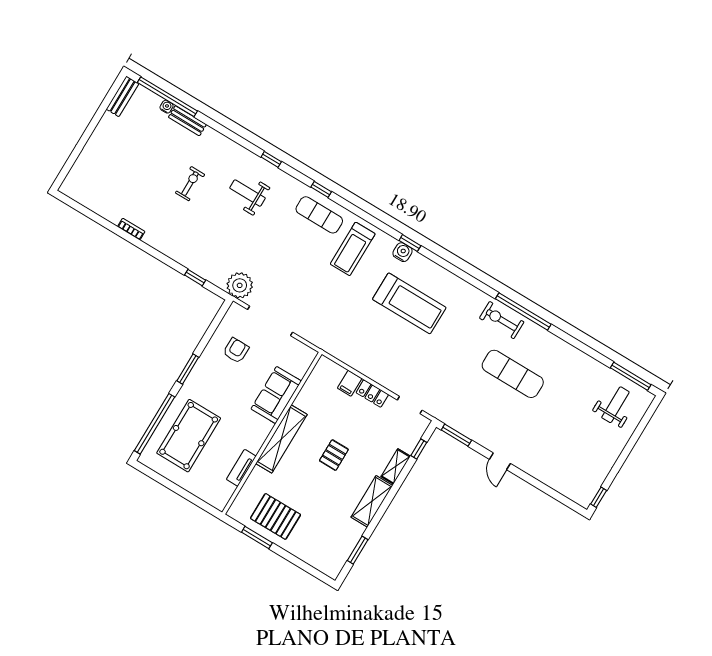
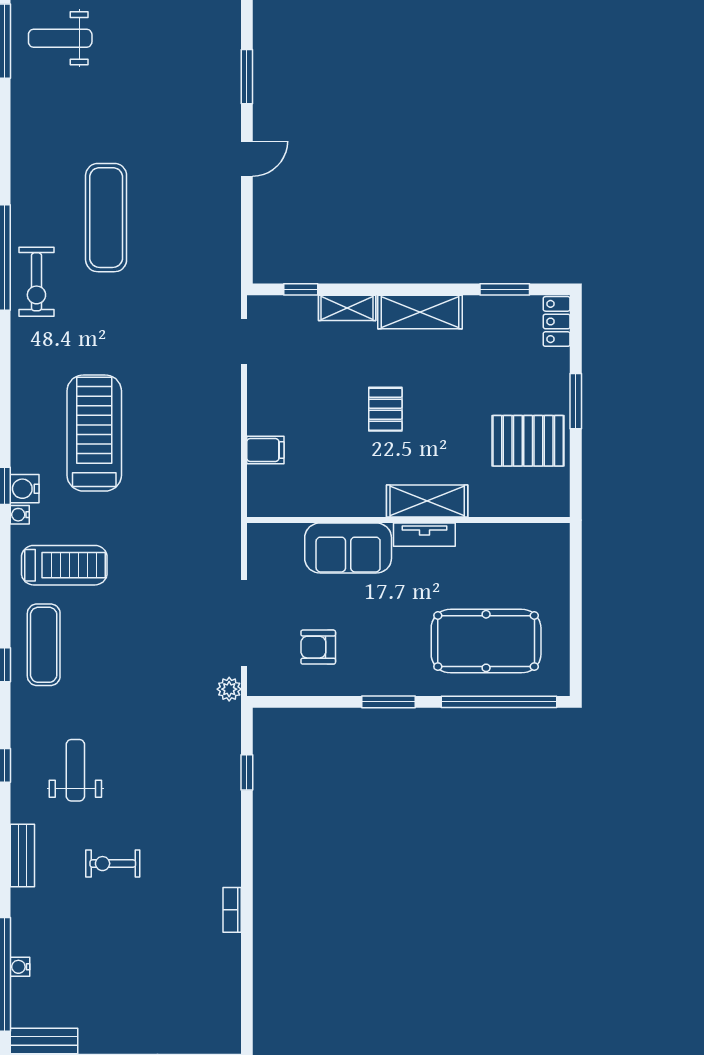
bench: (187, 121) -> (22, 856), moved
weight bench: (248, 193) -> (75, 770), turned 180
water cooler: (391, 242) -> (20, 515), added
plant: (240, 285) -> (229, 689), width x0.53, depth x0.53
locker: (372, 393) -> (557, 321), moved, turned 180
window: (456, 435) -> (247, 77), moved
shelving: (281, 439) -> (427, 501), width x0.68
pallet: (334, 455) -> (385, 409), turned 90
tv unit: (241, 468) -> (424, 535), moved
pallet: (276, 516) -> (528, 441), turned 90
window: (257, 538) -> (576, 401), moved

